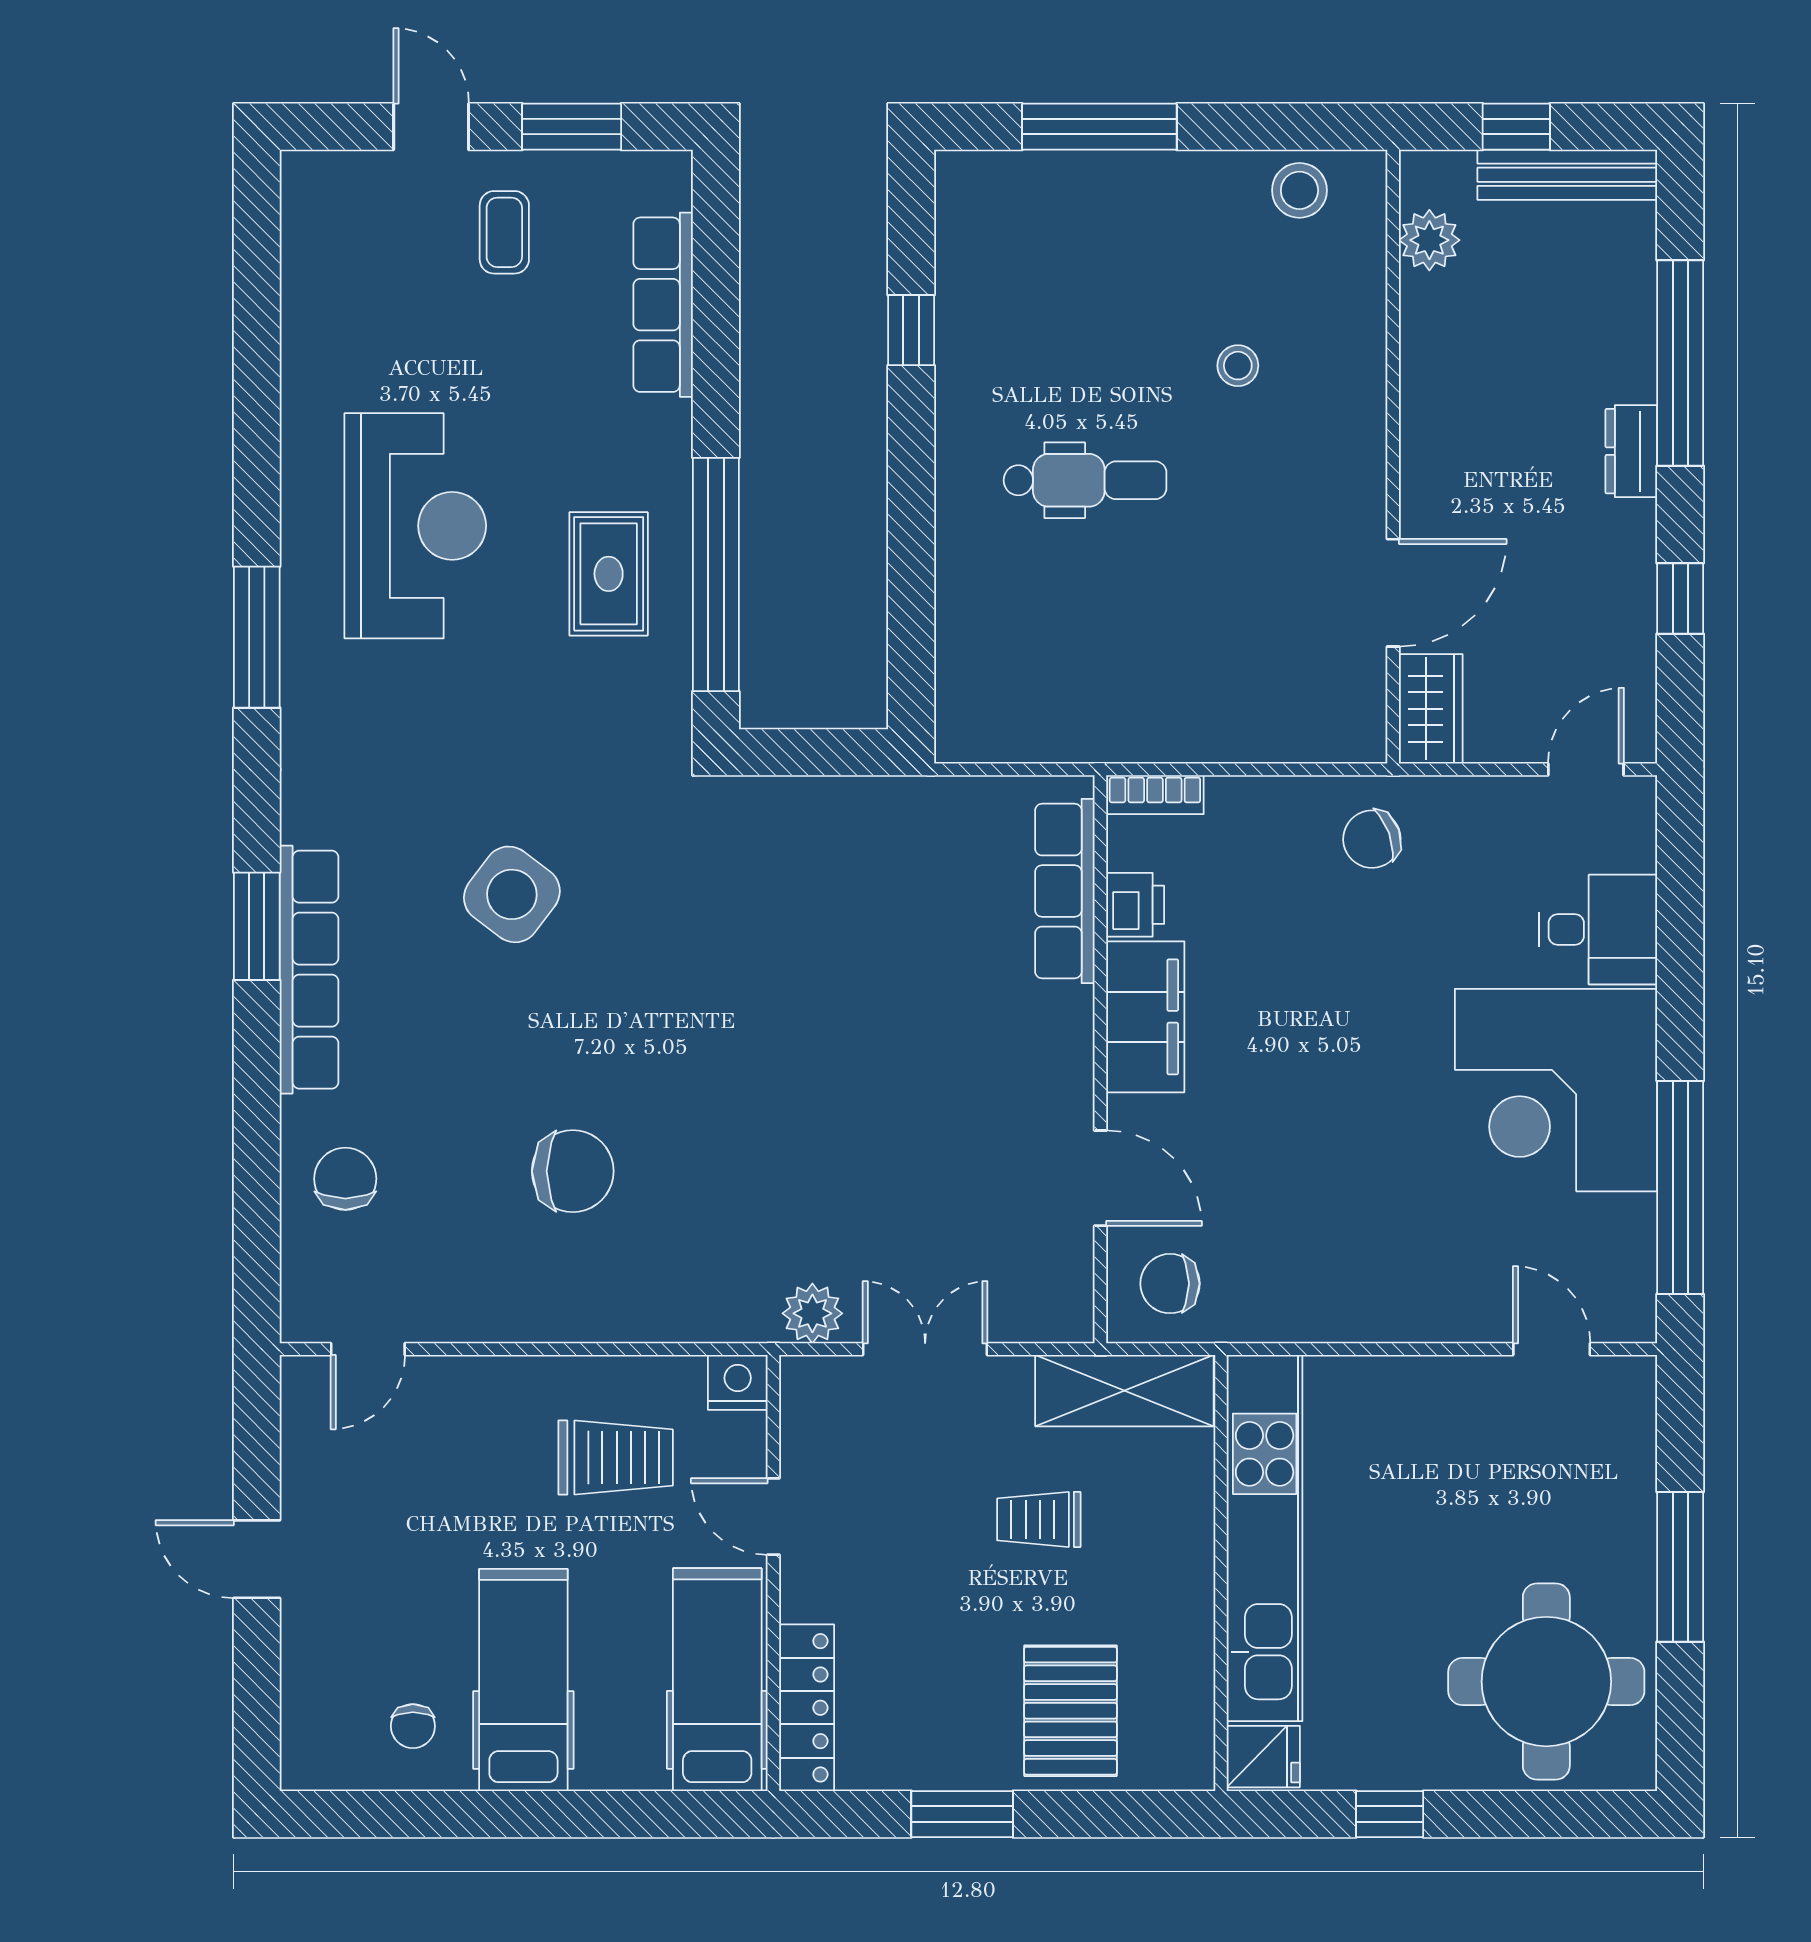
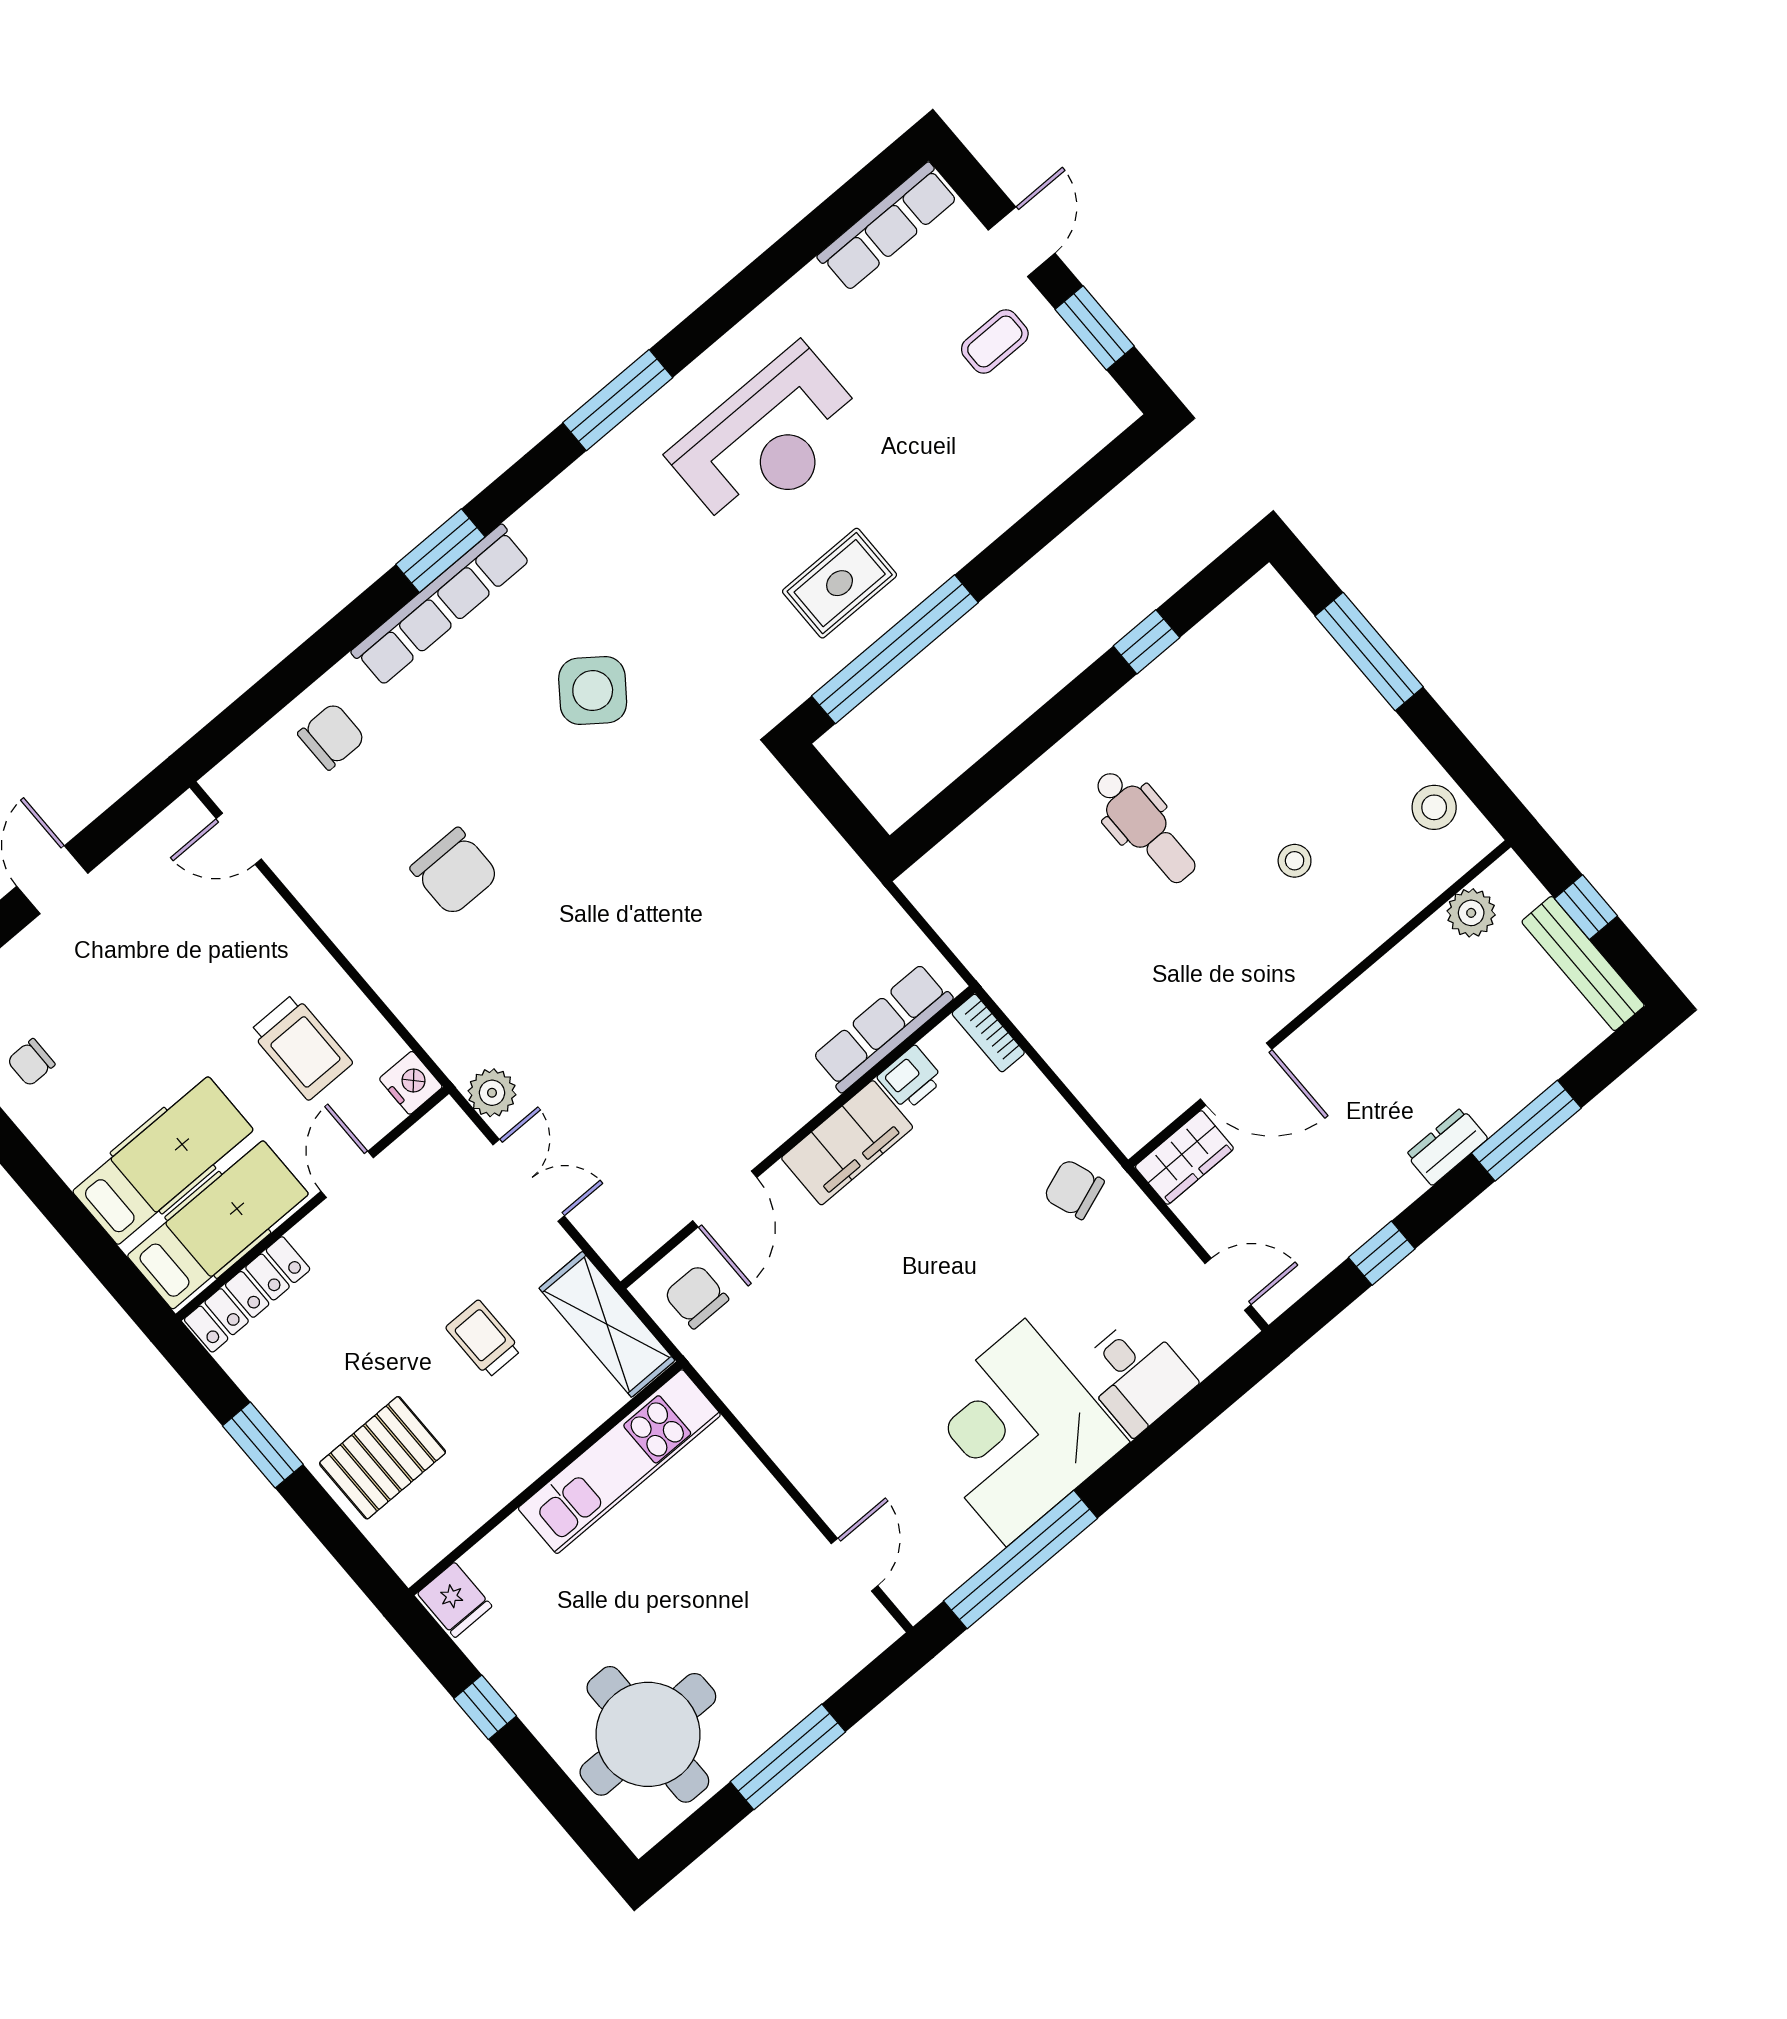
row of seats: (663, 305) -> (888, 227), moved, turned 180
window: (1680, 363) -> (1526, 1131), width x0.68
kitchen unit: (1265, 1538) -> (619, 1462), width x0.73
hospital bed: (523, 1680) -> (163, 1161), moved

